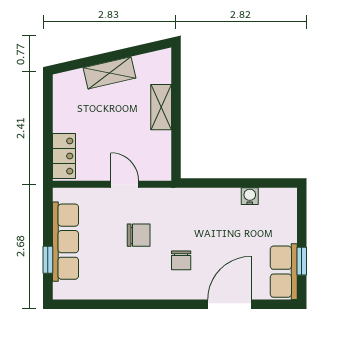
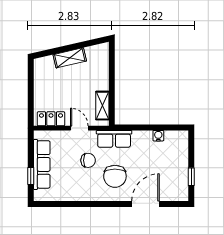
shelving: (161, 107) -> (102, 106), moved
locker: (64, 156) -> (51, 119), moved, turned -90
chair: (181, 260) -> (115, 176), width x1.87, depth x1.87
row of seats: (284, 272) -> (114, 139), moved, turned -90

